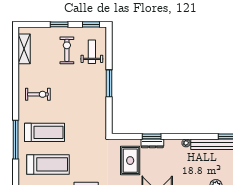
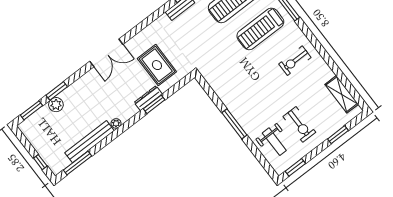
window: (59, 24) -> (338, 135), moved

